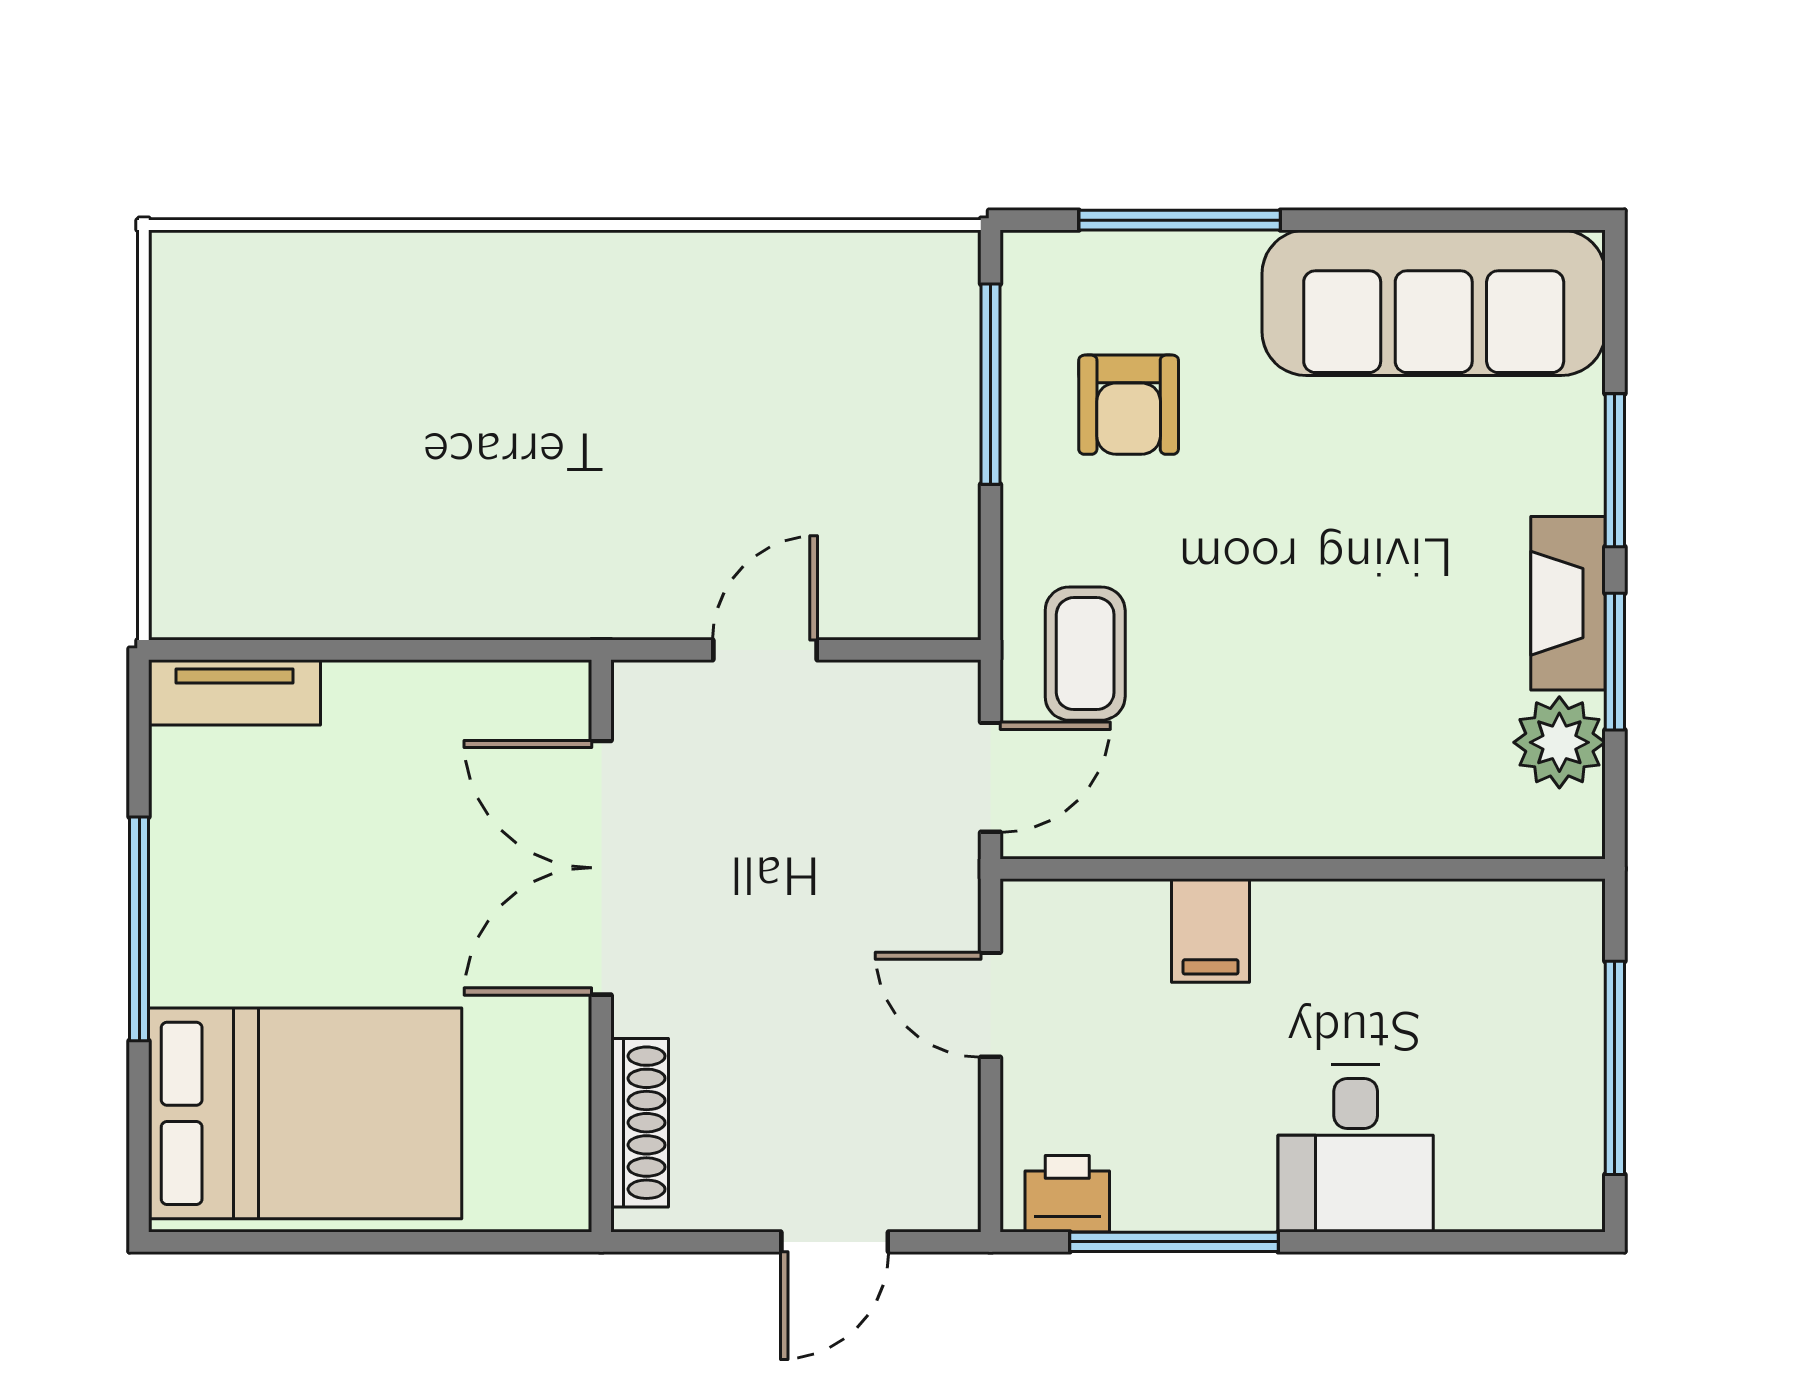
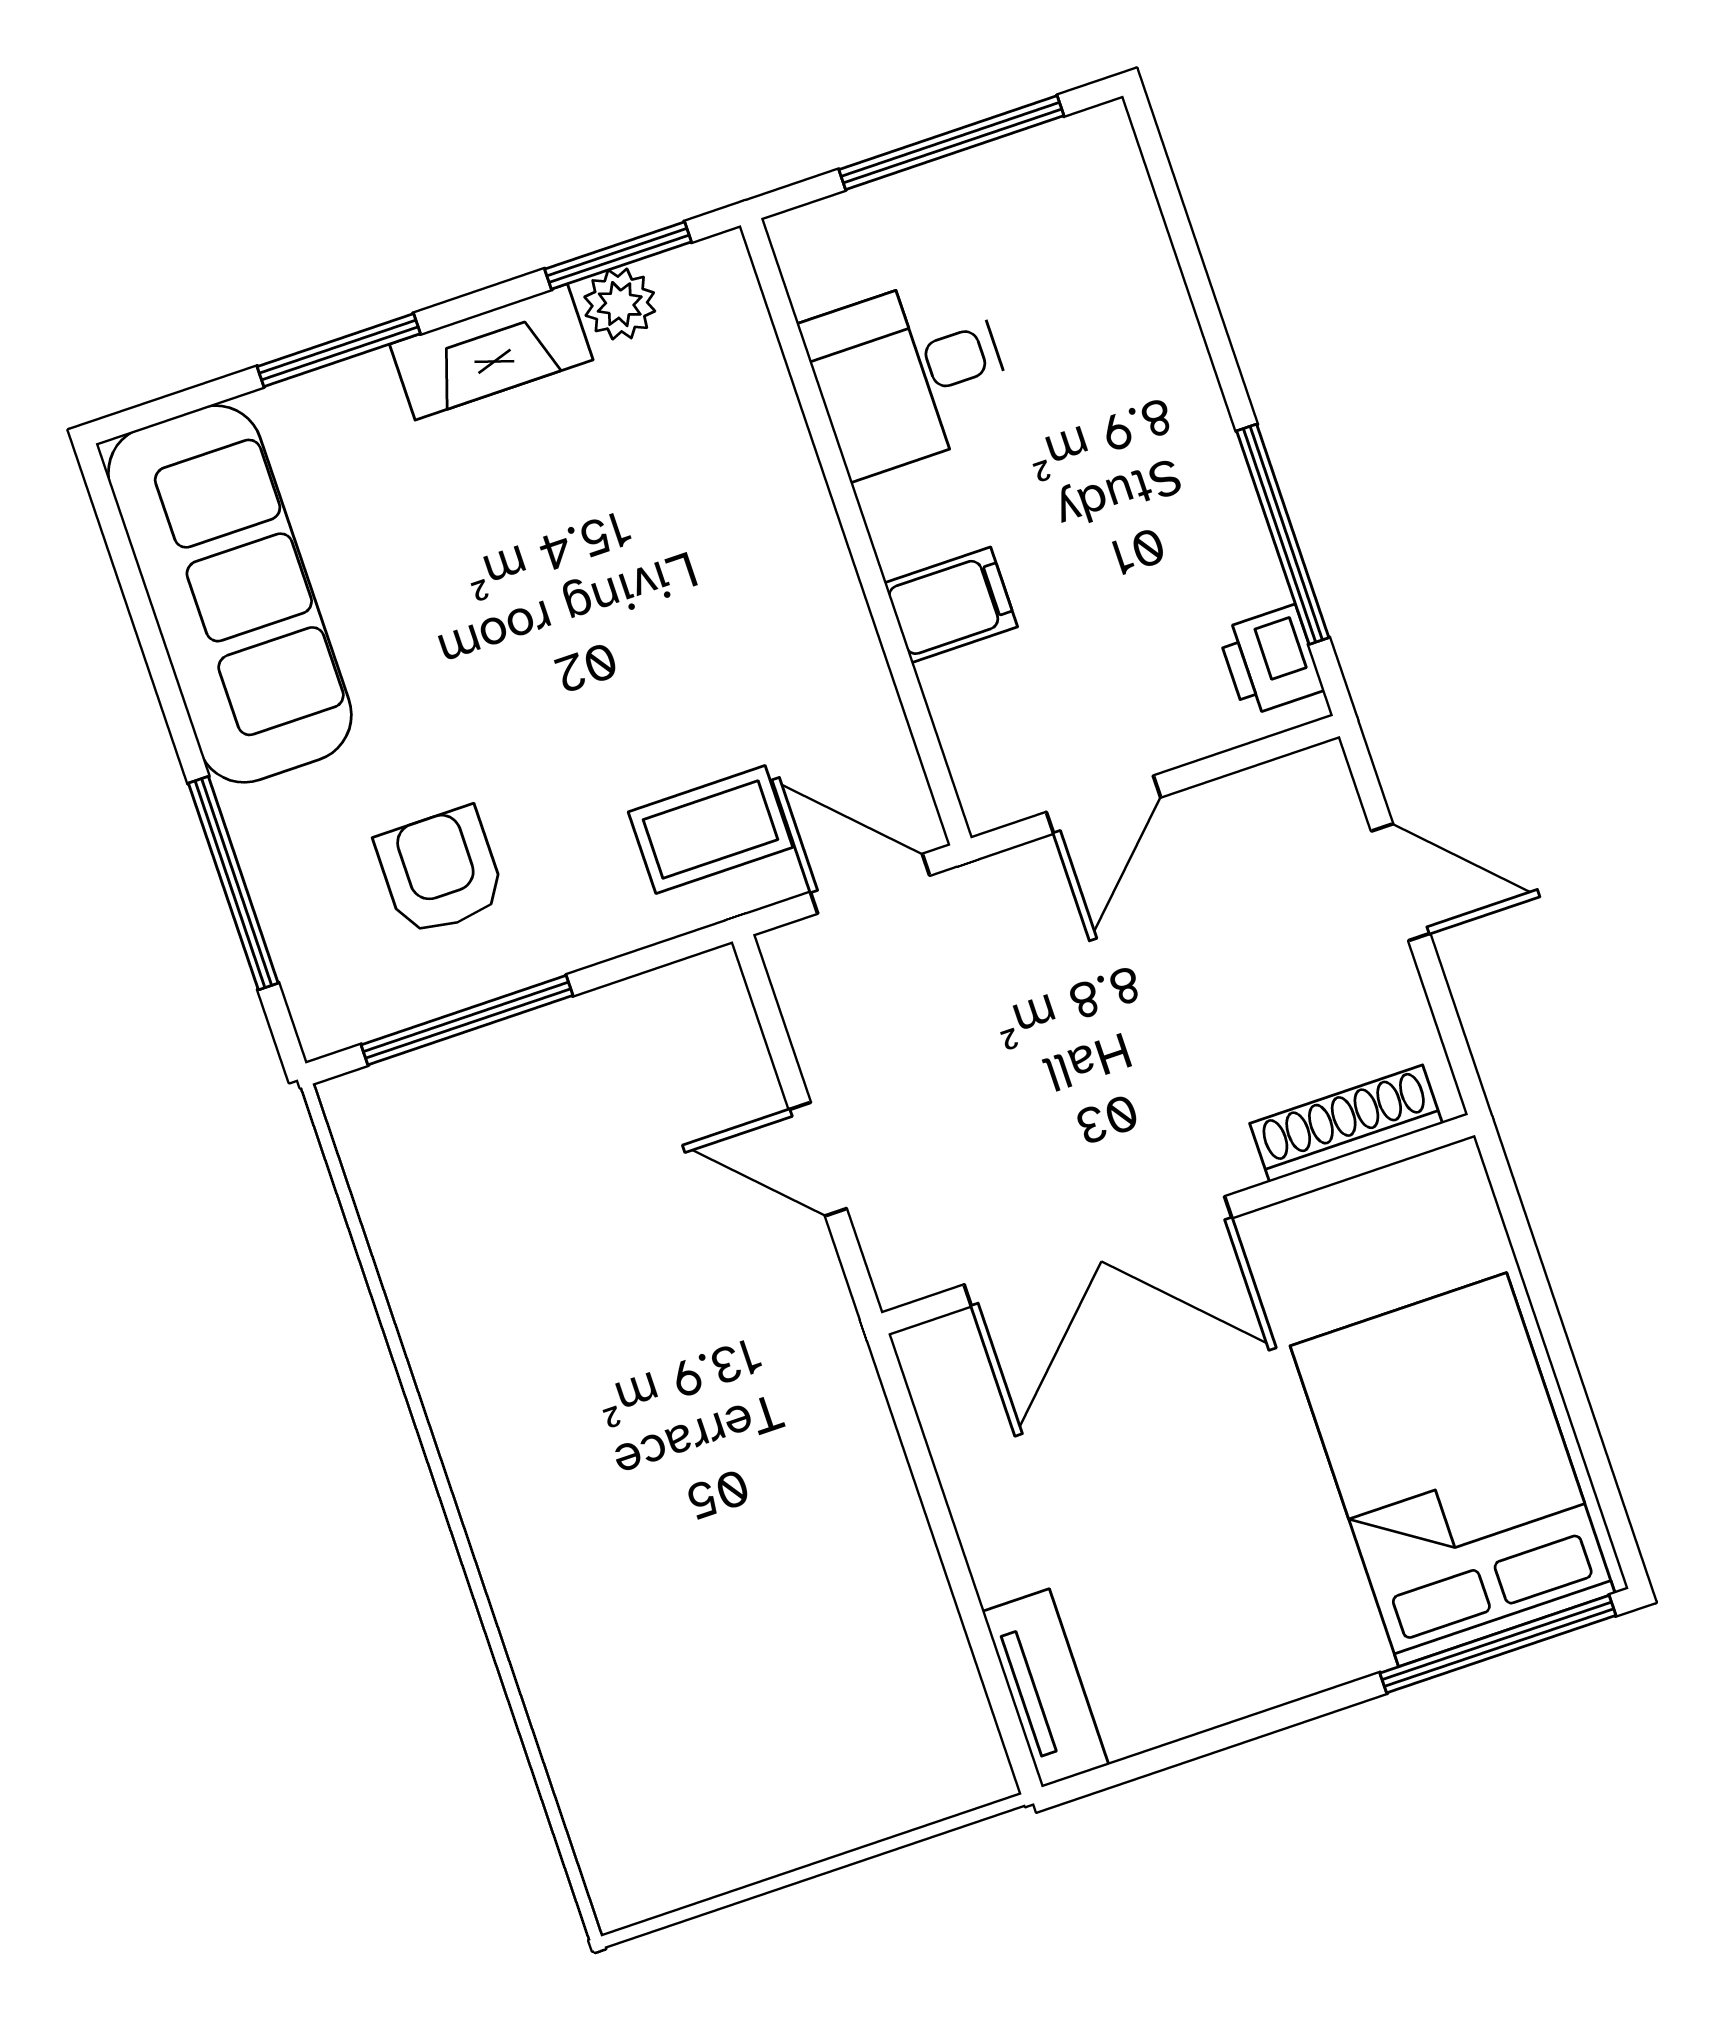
armchair: (1129, 405) -> (440, 871), turned -90
window: (1615, 662) -> (618, 255), moved
plant: (1559, 742) -> (620, 304), width x0.73, depth x0.73
window: (139, 929) -> (1498, 1644), moved
desk: (1356, 1149) -> (909, 374), moved, turned 180

